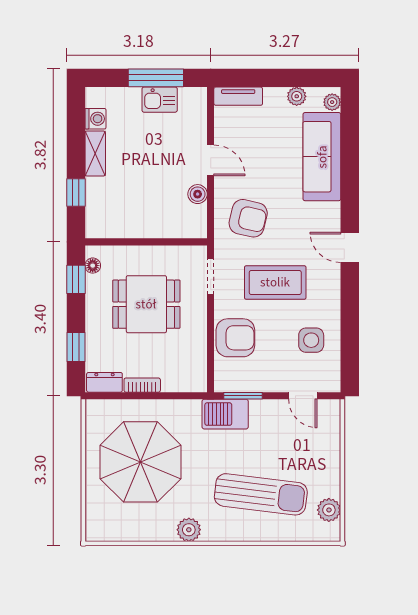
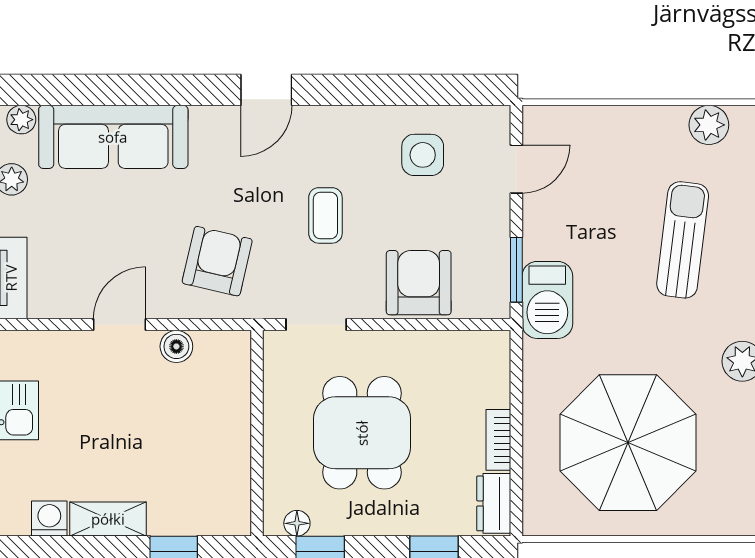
coffee table: (275, 282) -> (325, 215), width x0.54, depth x0.58
sun lounger: (261, 494) -> (683, 240), width x0.73, depth x0.75

